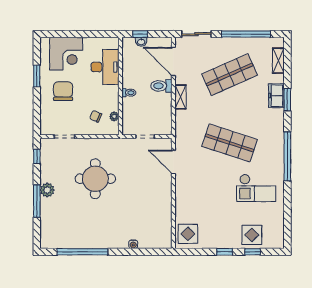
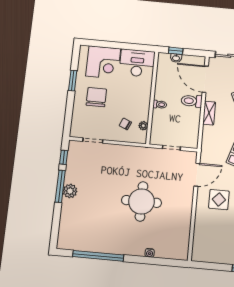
desk: (105, 67) -> (137, 63), moved, turned -90
door: (173, 162) -> (197, 175), swing flipped
round table: (95, 179) -> (141, 201), moved
window: (37, 201) -> (60, 186), moved
display table: (188, 234) -> (219, 200), moved

